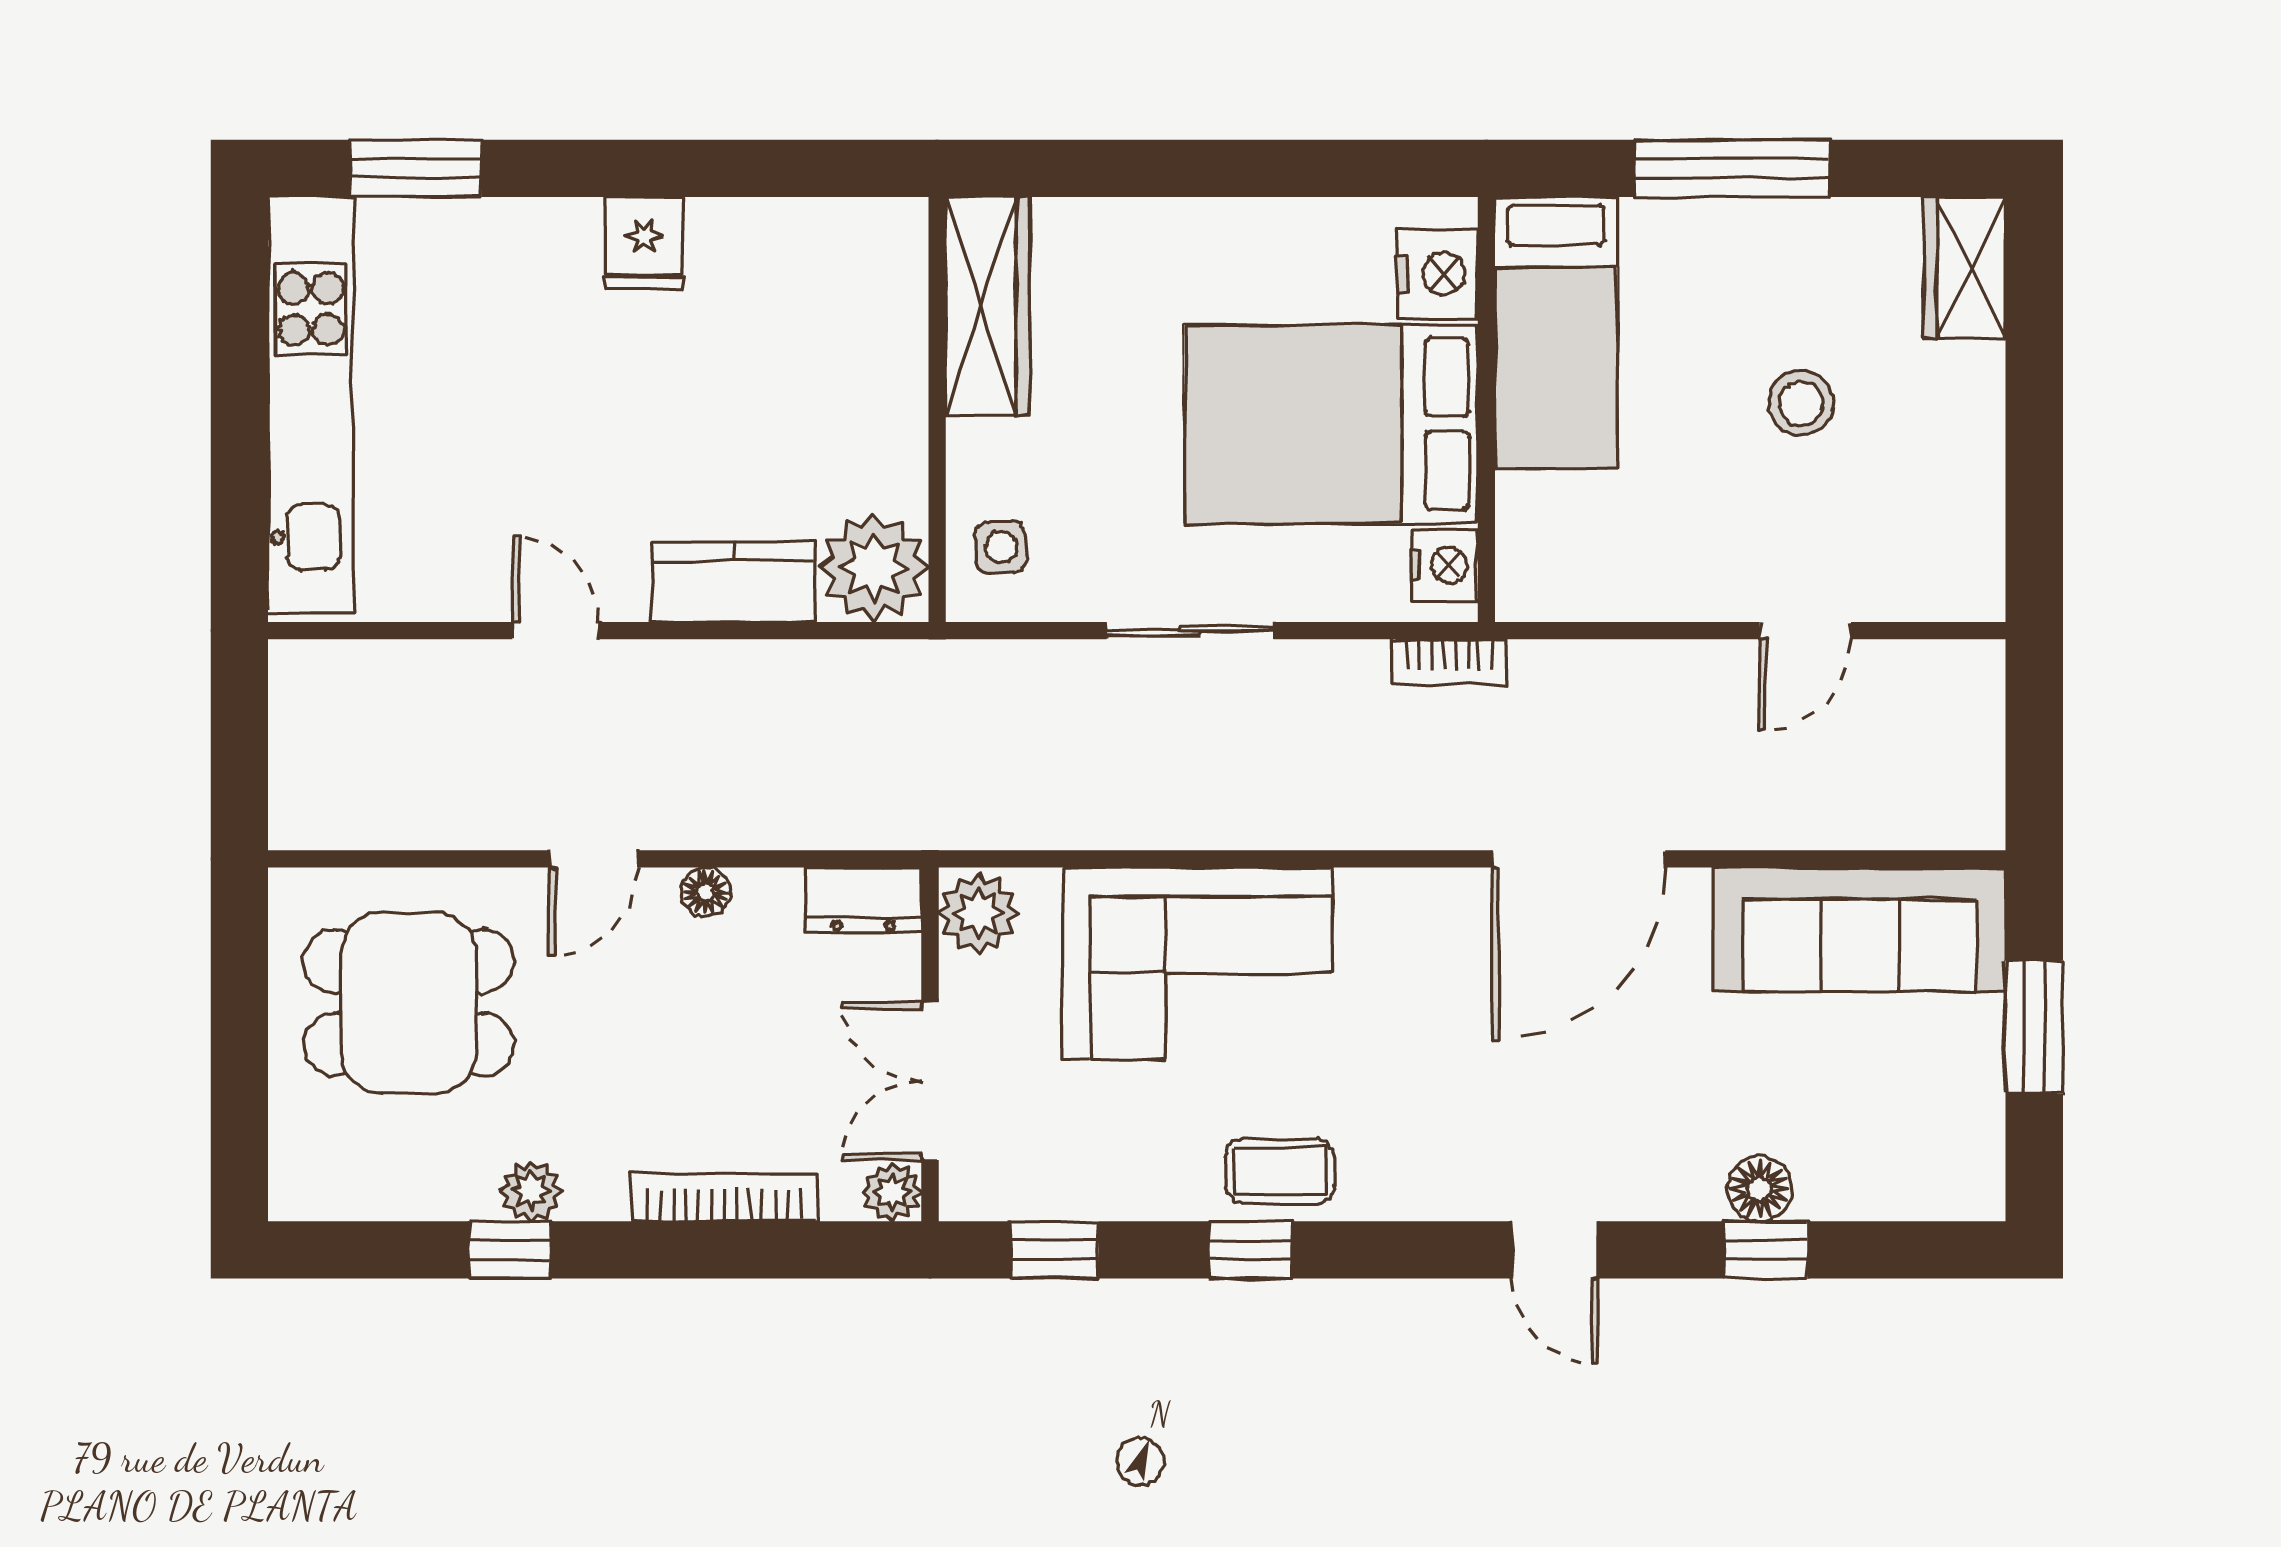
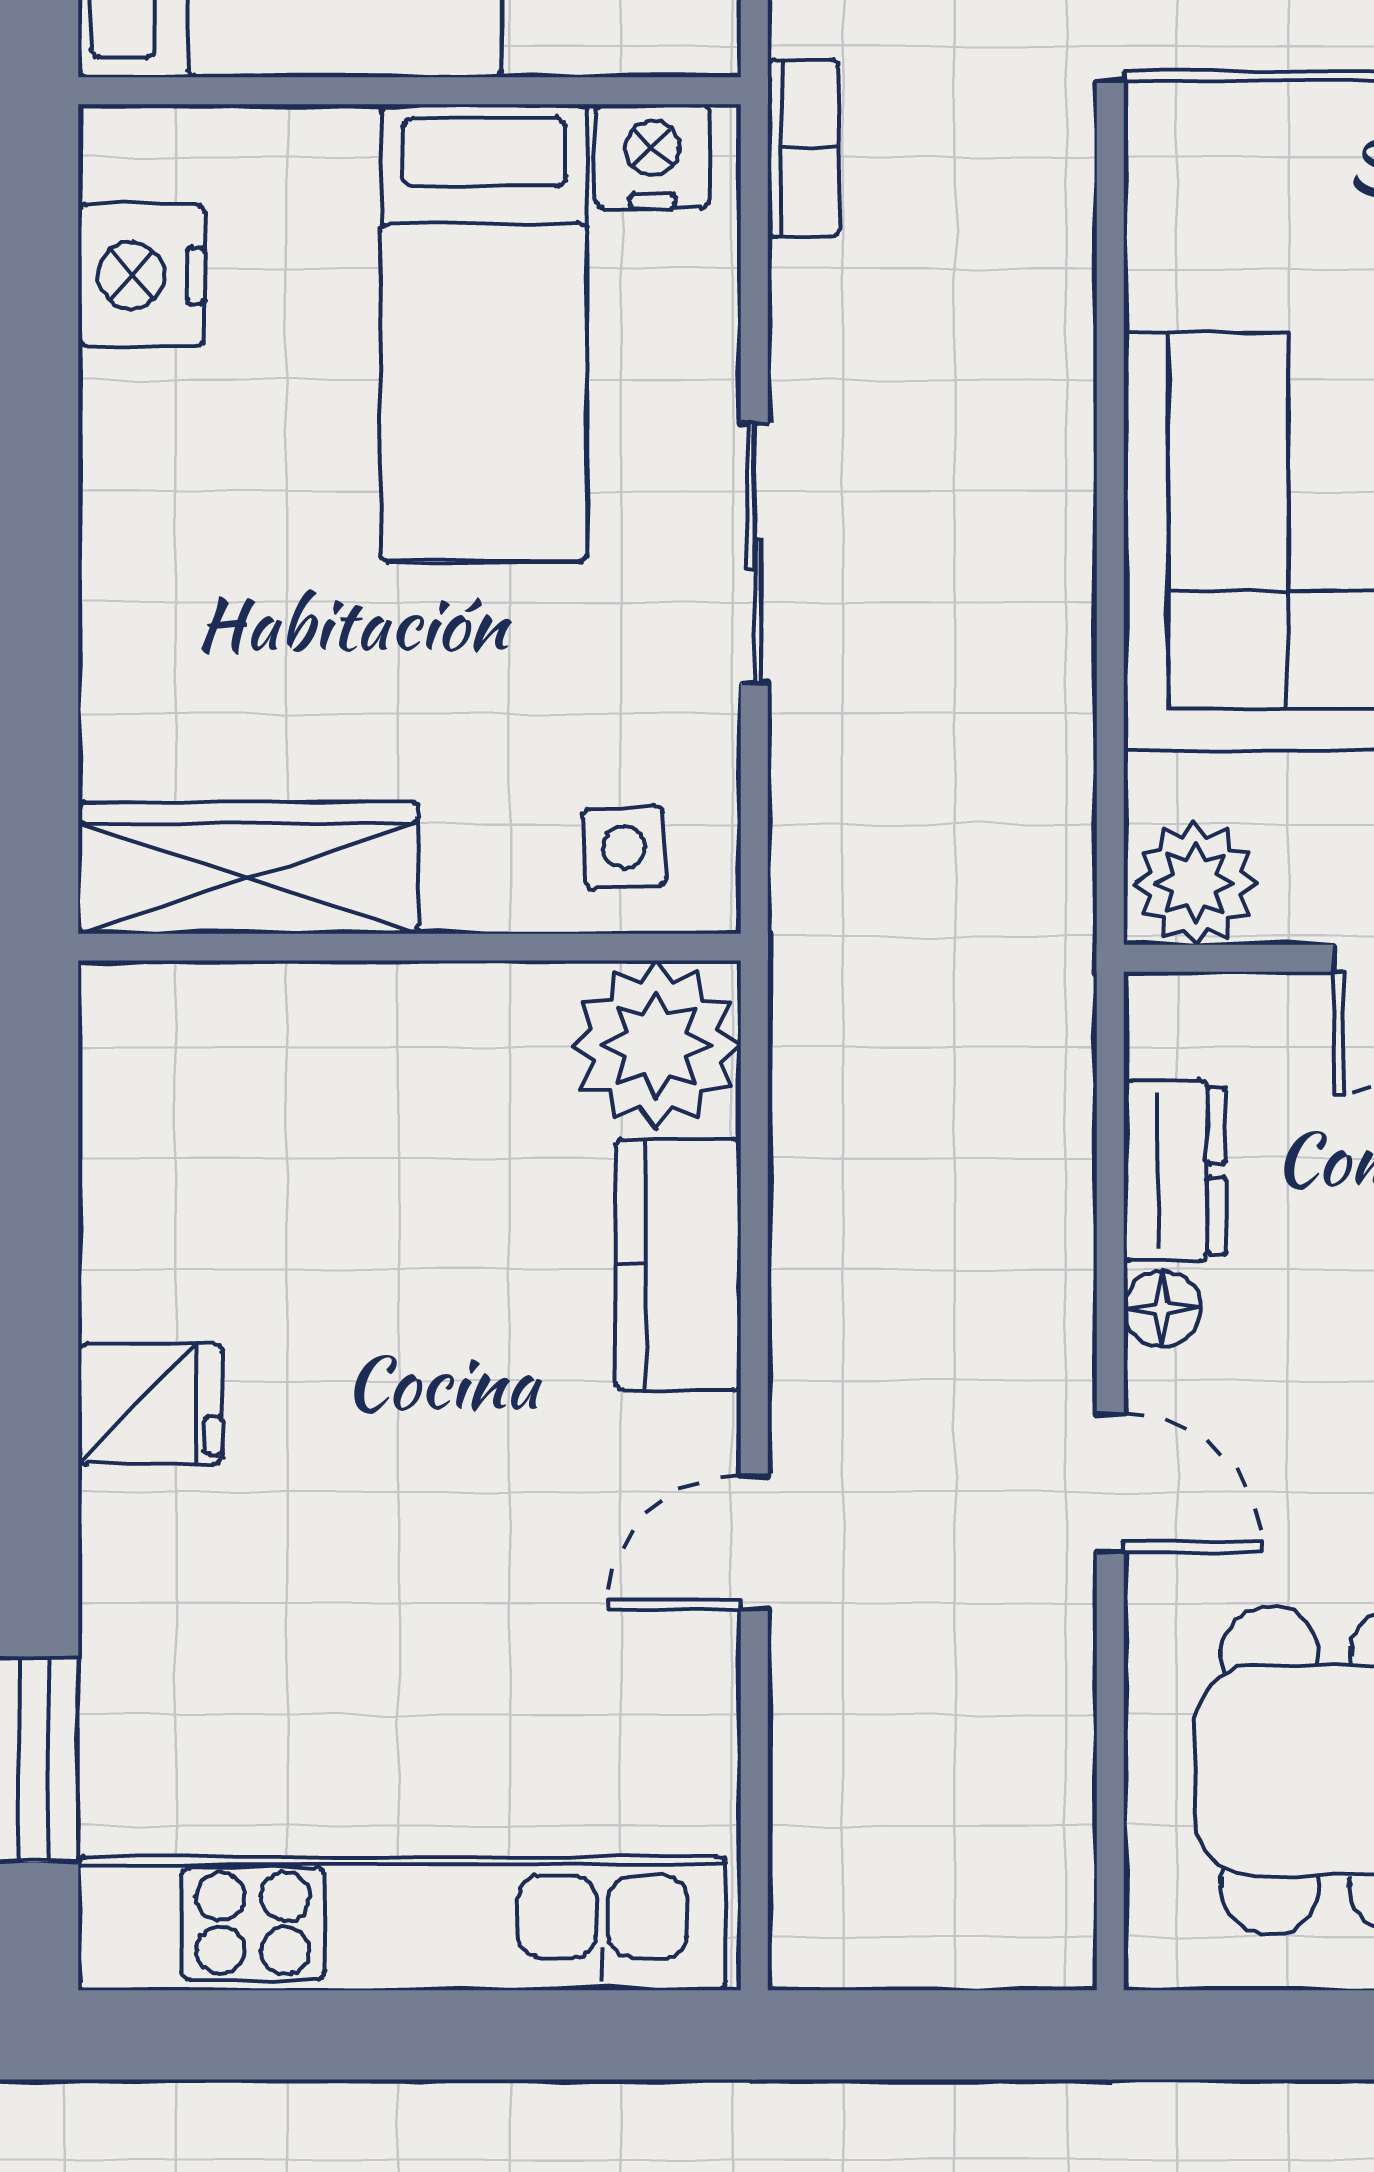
nightstand: (1437, 274) -> (141, 275), moved, turned -90
bed: (1331, 424) -> (484, 333), width x0.67
dresser: (863, 900) -> (1175, 1170), moved

